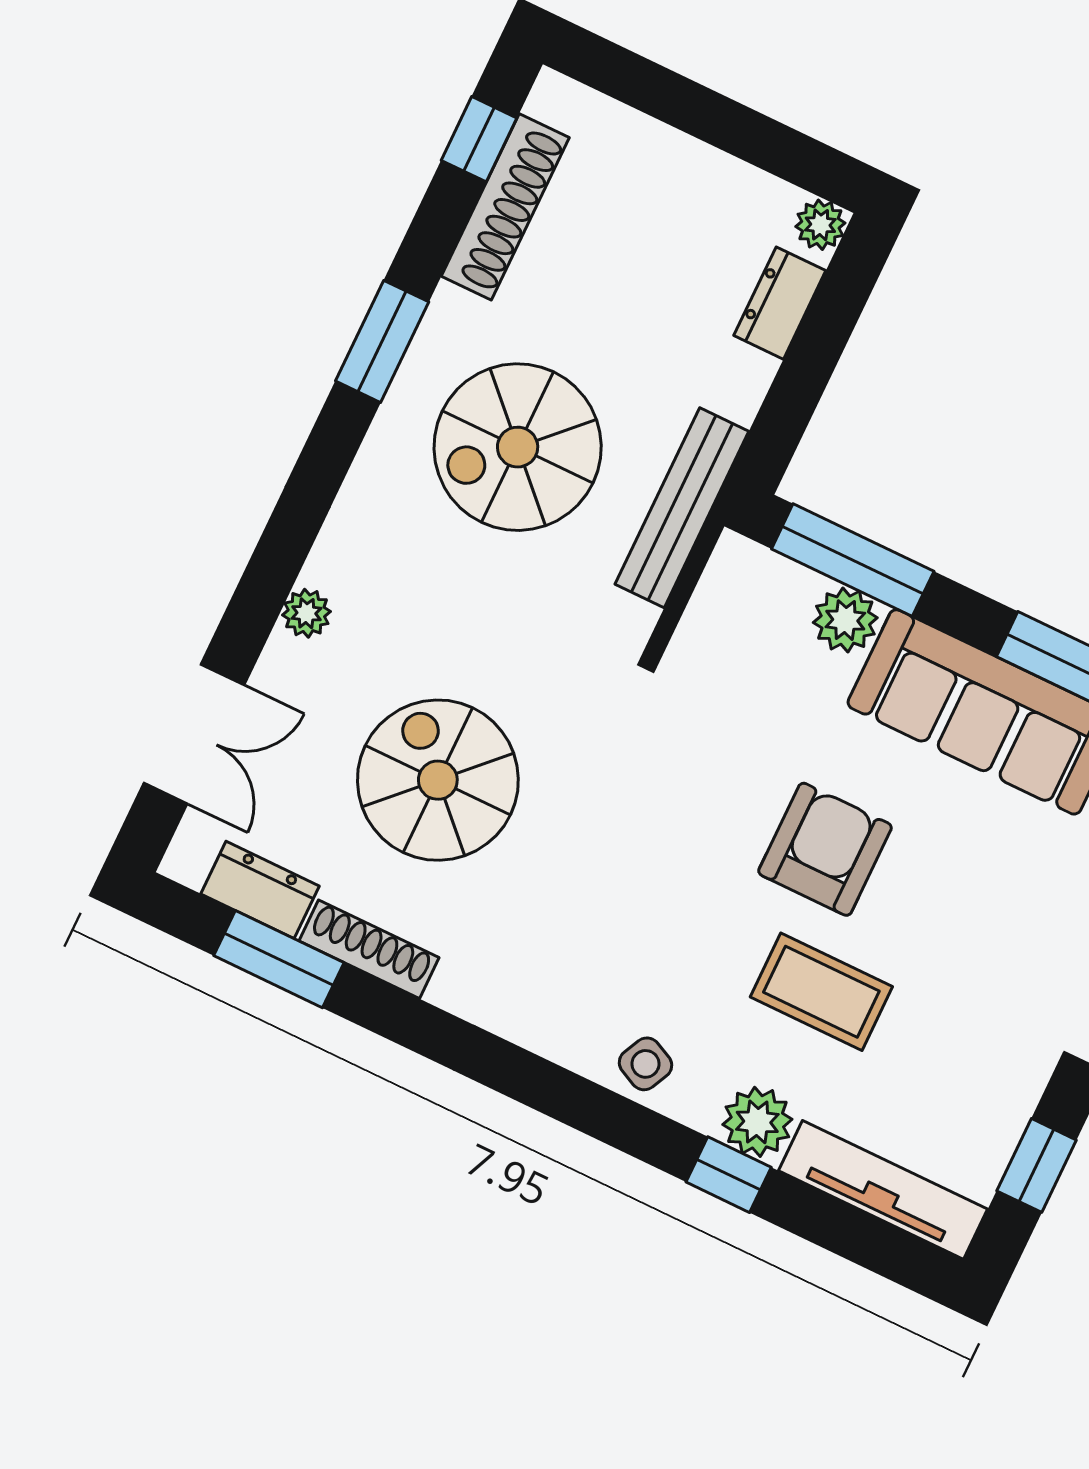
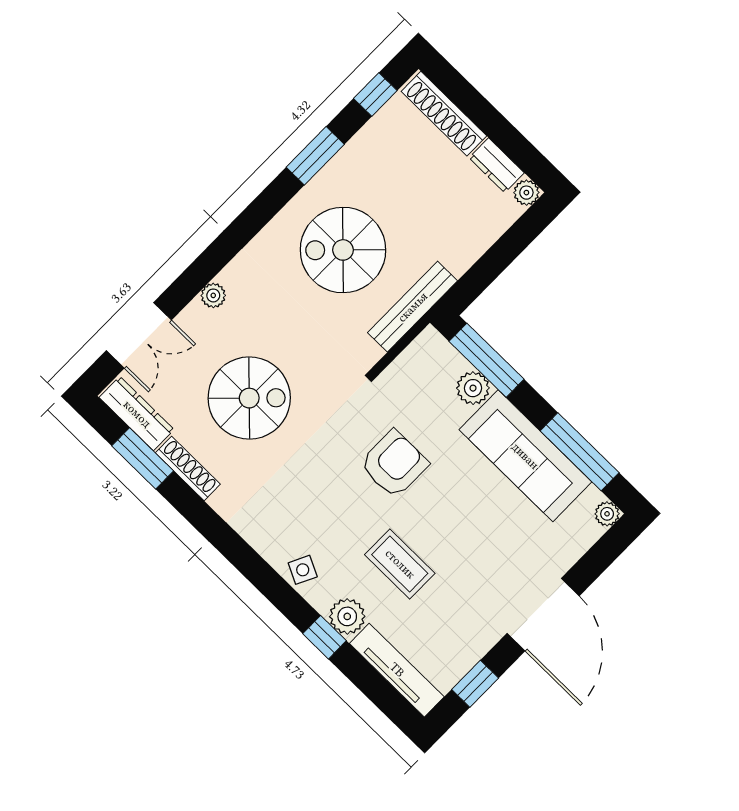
shoe rack: (505, 207) -> (444, 114), moved, turned 90
dresser: (780, 303) -> (497, 165), moved, turned -90
window: (382, 341) -> (315, 156), moved
spiral stairs: (438, 780) -> (249, 398), turned 90
armchair: (825, 849) -> (394, 464), moved
dresser: (260, 890) -> (137, 414), width x1.44

